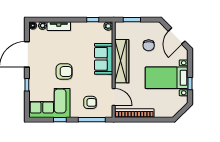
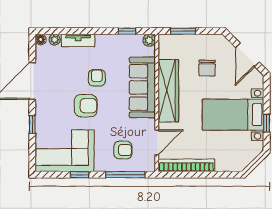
armchair: (72, 52) -> (97, 78), added
sofa: (104, 59) -> (142, 87), width x1.36
door: (114, 97) -> (157, 142), hinge flipped

